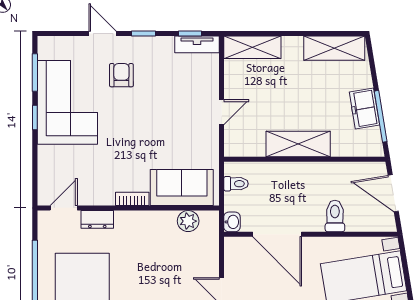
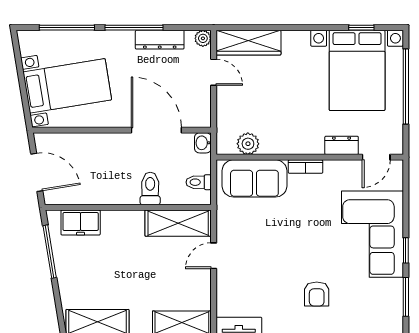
corner sofa: (67, 102) -> (372, 234), moved
freezer: (364, 109) -> (81, 223), moved, turned 99
shelving: (298, 144) -> (178, 223), moved
toilet: (335, 216) -> (150, 188), moved, turned 180

